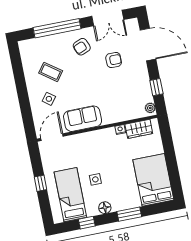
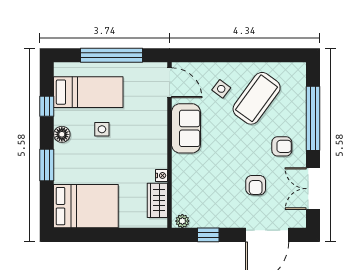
armchair: (82, 47) -> (282, 146), turned 112
coffee table: (51, 72) -> (257, 98), width x1.86, depth x1.72
window: (40, 183) -> (111, 55), width x3.17

